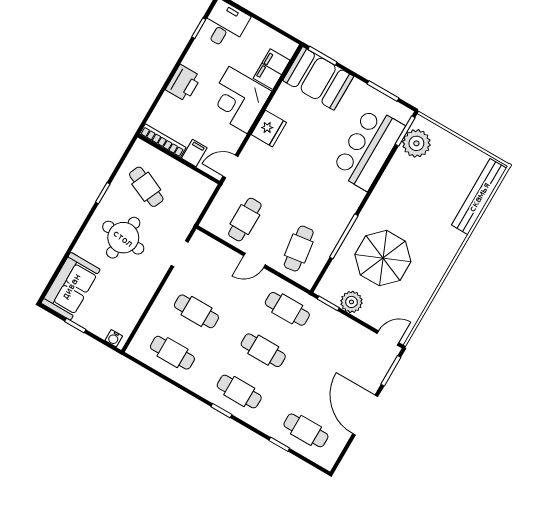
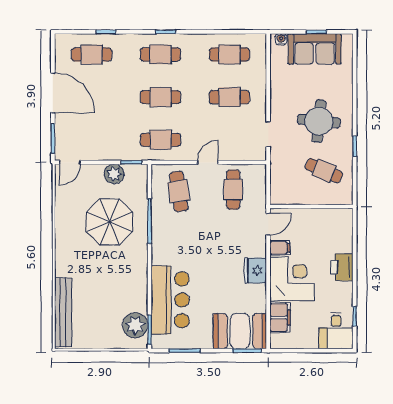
bookcase: (163, 141) -> (332, 214), removed
filing cabinet: (194, 153) -> (280, 248), moved, turned -90
sofa: (71, 286) -> (315, 49), moved, turned -90

